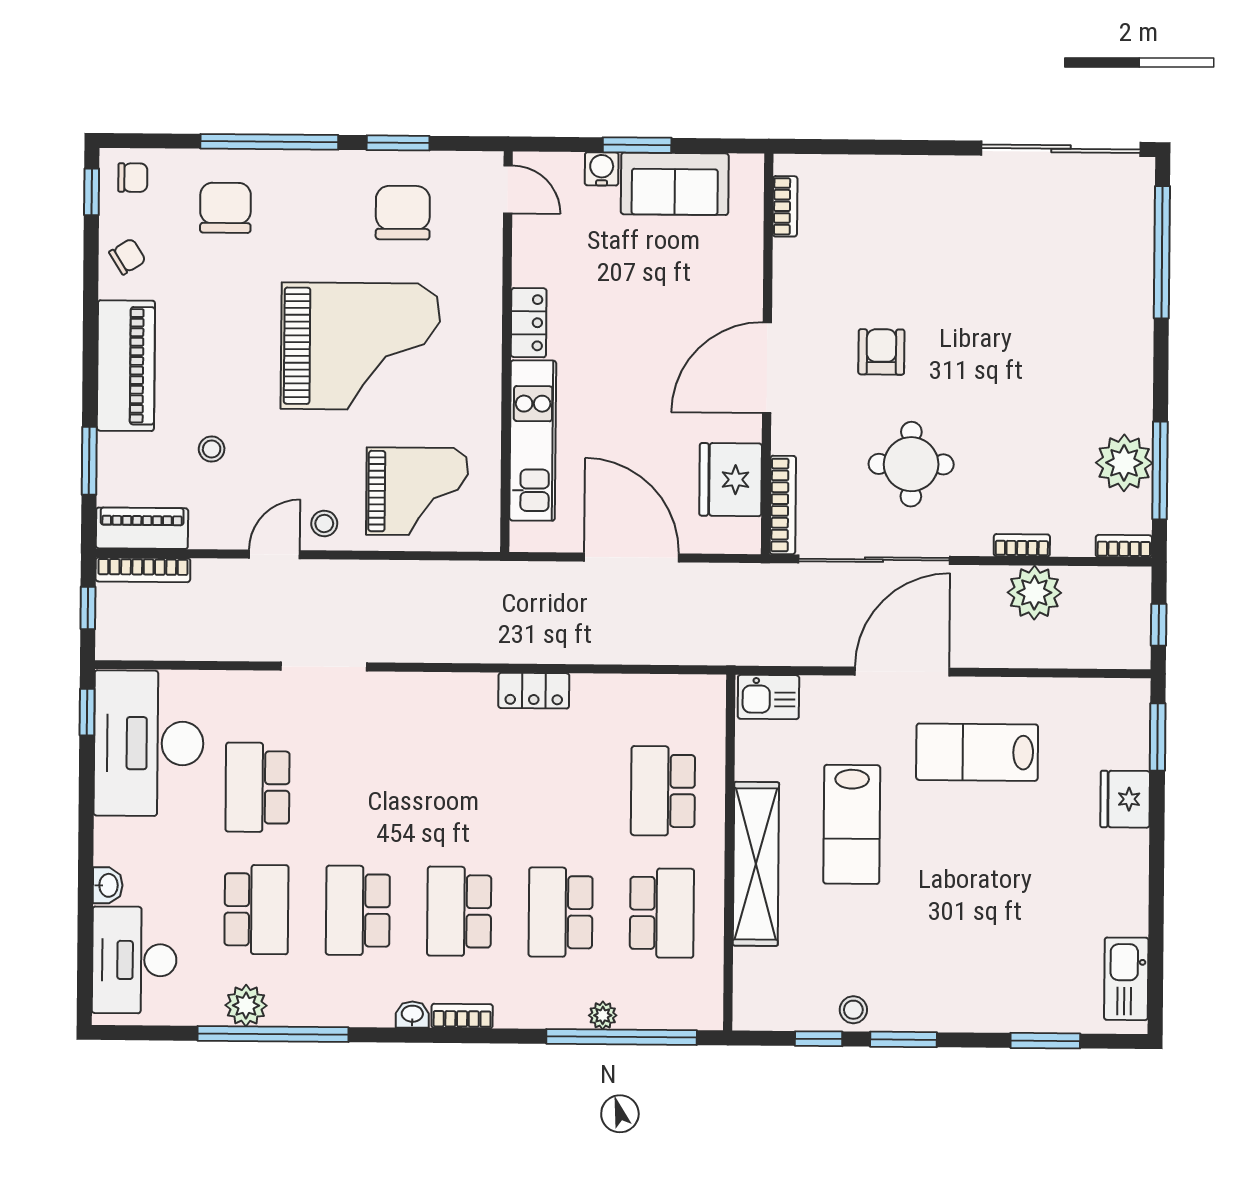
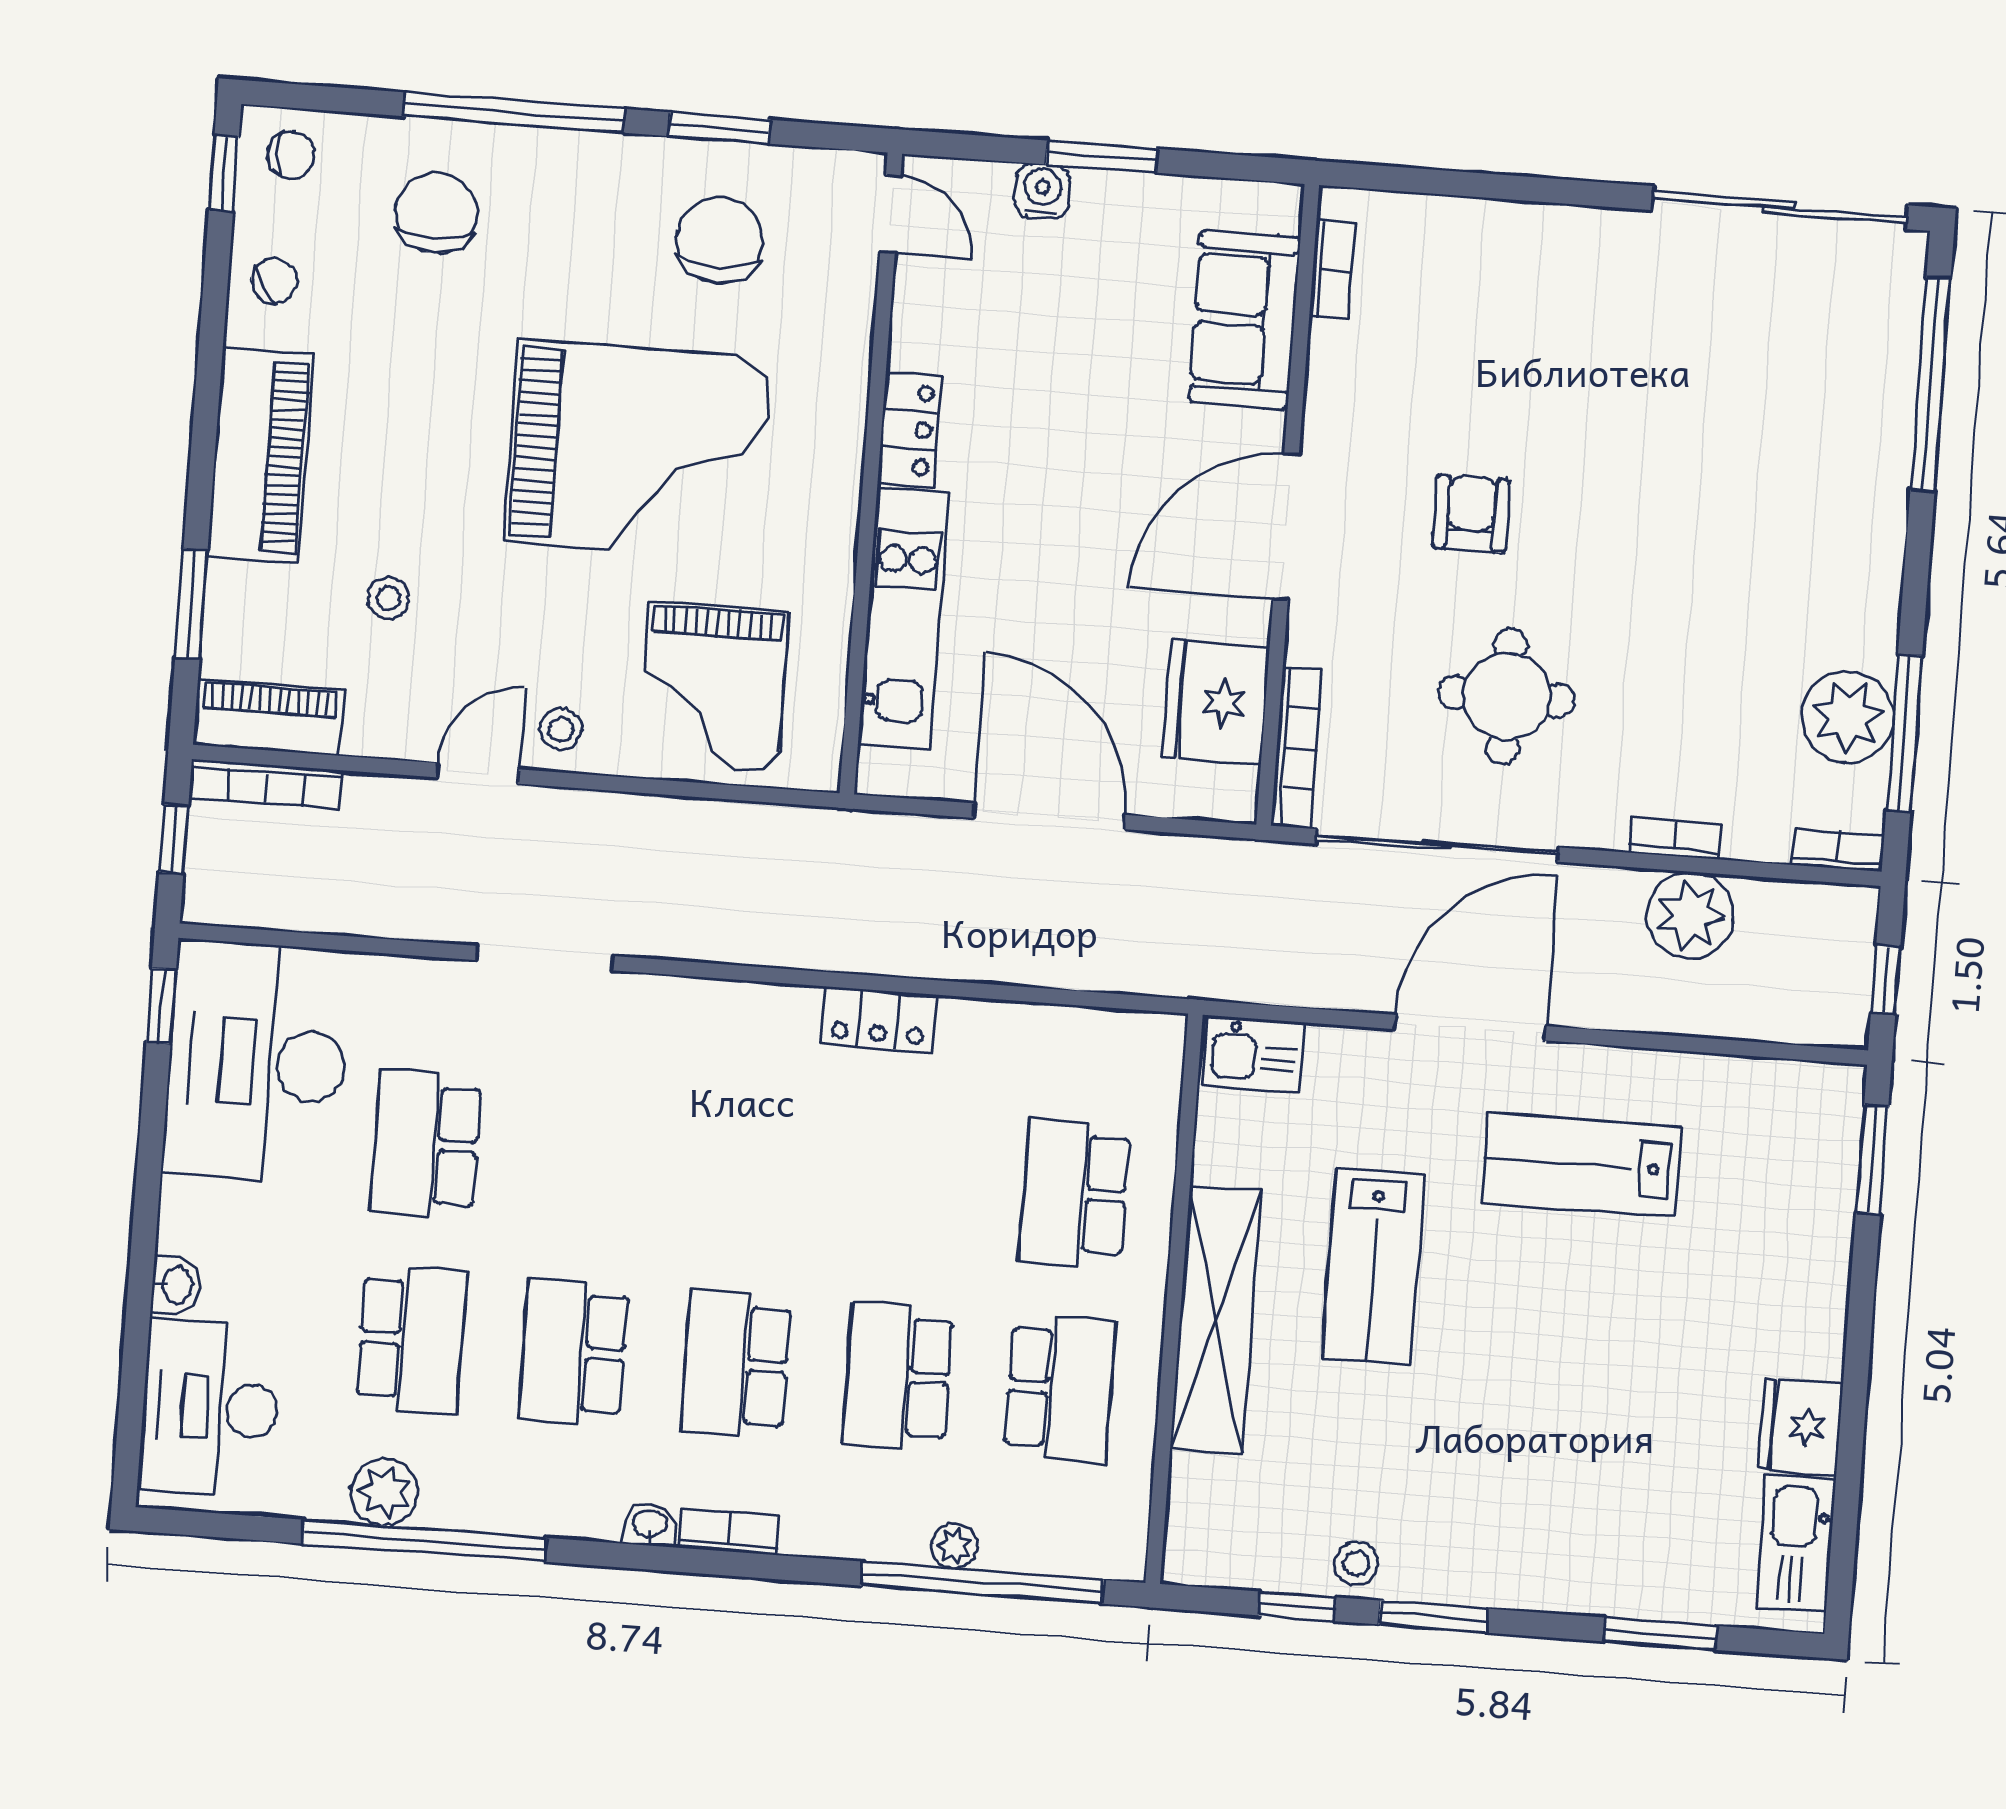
sofa: (675, 184) -> (1245, 320), moved, turned 90
grand piano: (417, 491) -> (713, 688), turned 90
fridge: (1125, 799) -> (1801, 1426), moved

